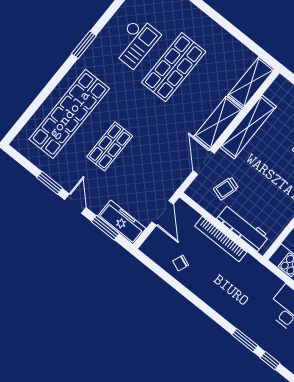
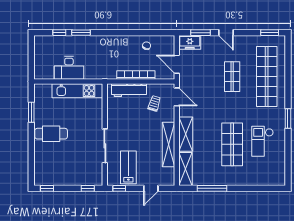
window: (239, 35) -> (212, 188), added
door: (204, 162) -> (177, 97), moved
window: (50, 183) -> (270, 33), moved
freezer: (122, 222) -> (190, 42), width x0.71

